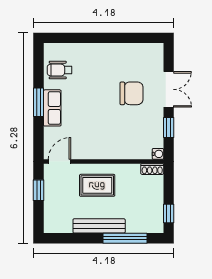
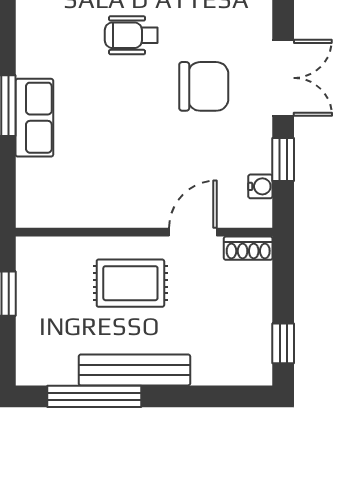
wheelchair: (60, 70) -> (131, 35), moved
water cooler: (158, 154) -> (260, 186), moved
door: (60, 161) -> (193, 232), moved
window: (125, 238) -> (94, 396), moved

